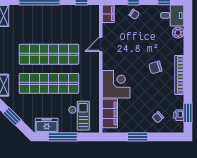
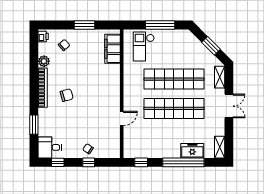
filing cabinet: (108, 14) -> (114, 149), removed
plant: (178, 33) -> (44, 61), moved
corner desk: (116, 84) -> (106, 78), removed
window: (188, 113) -> (34, 125), moved
printer: (179, 115) -> (43, 36), moved
freezer: (47, 125) -> (192, 151), moved, turned 180

